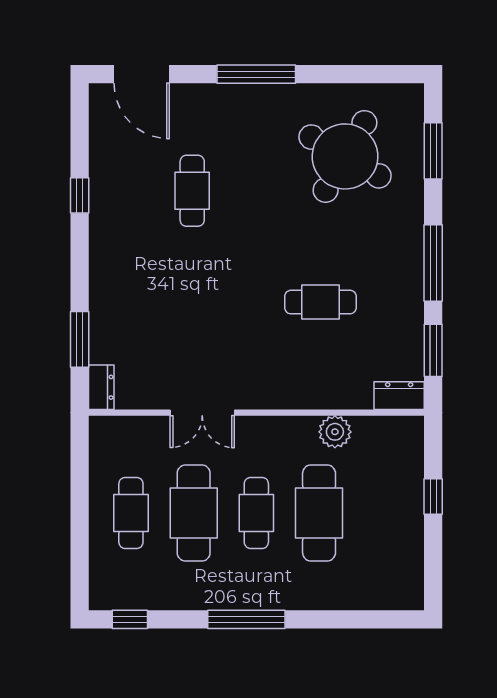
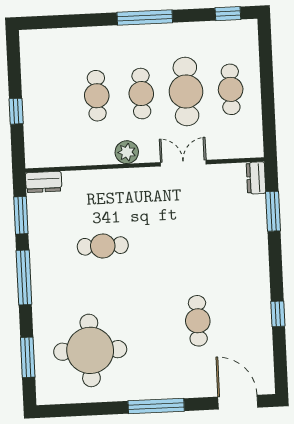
round table: (345, 156) -> (90, 350), turned -30
plant: (335, 432) -> (127, 152), moved
cafe table: (319, 513) -> (97, 96), width x0.73, depth x0.74

